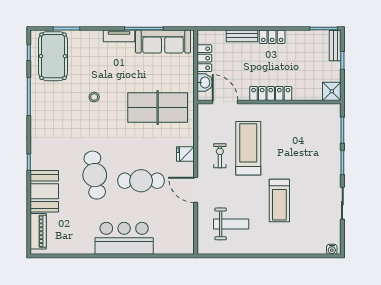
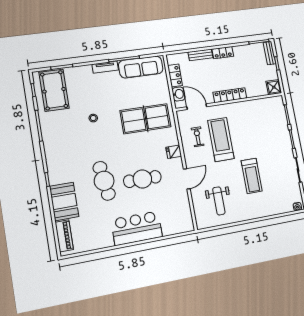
exercise bike: (220, 156) -> (198, 137), moved
door: (196, 190) -> (187, 179), swing flipped
weight bench: (231, 224) -> (219, 201), turned 90

